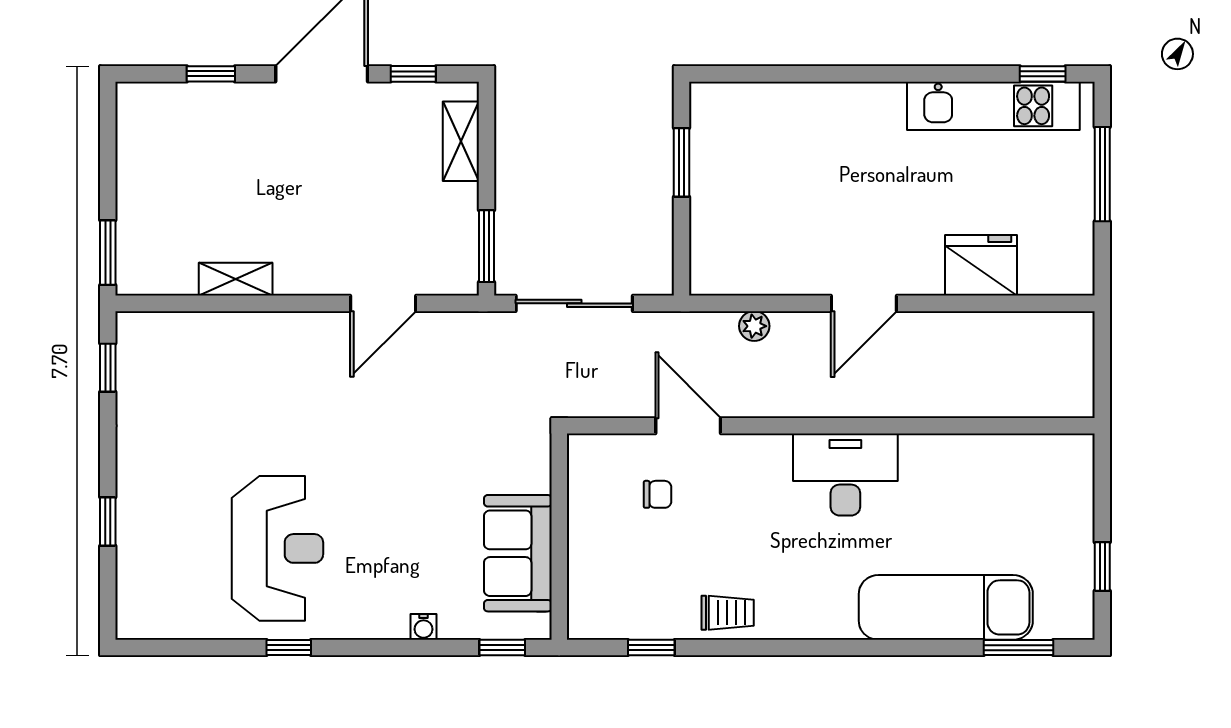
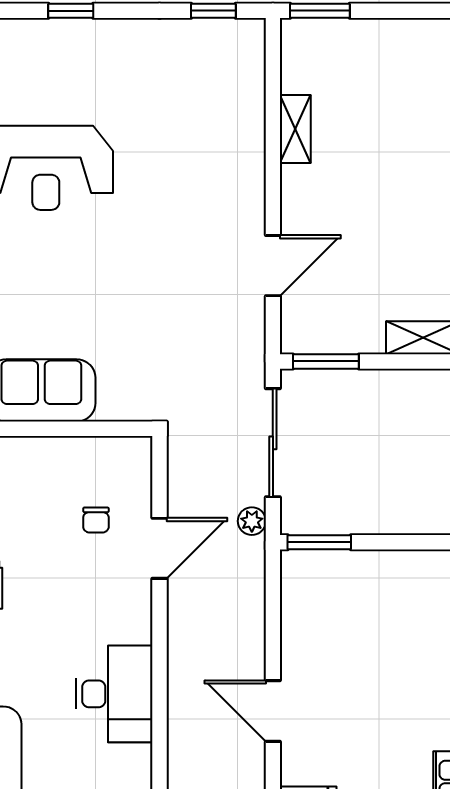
window: (682, 162) -> (319, 542), moved
door: (383, 303) -> (273, 266), swing flipped
plant: (754, 326) -> (252, 521), moved

